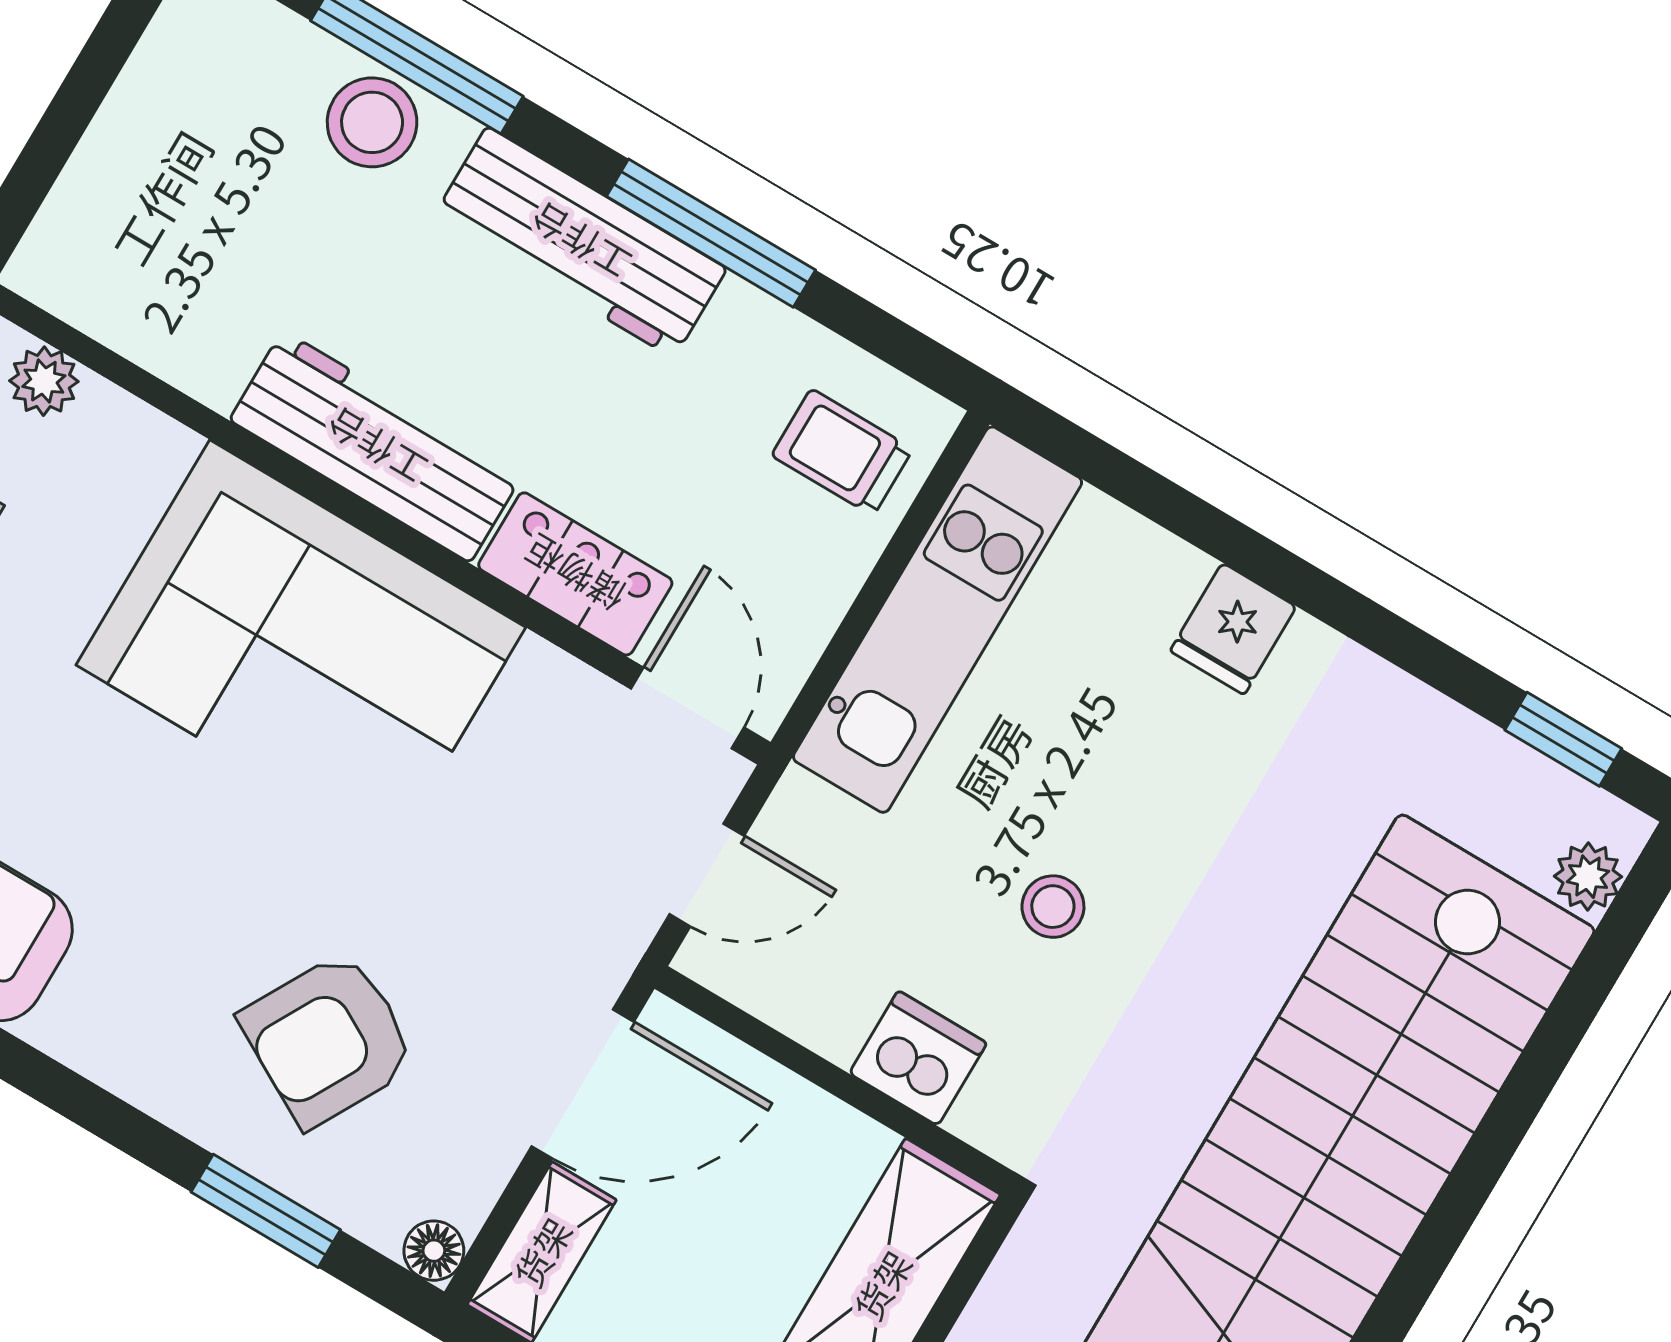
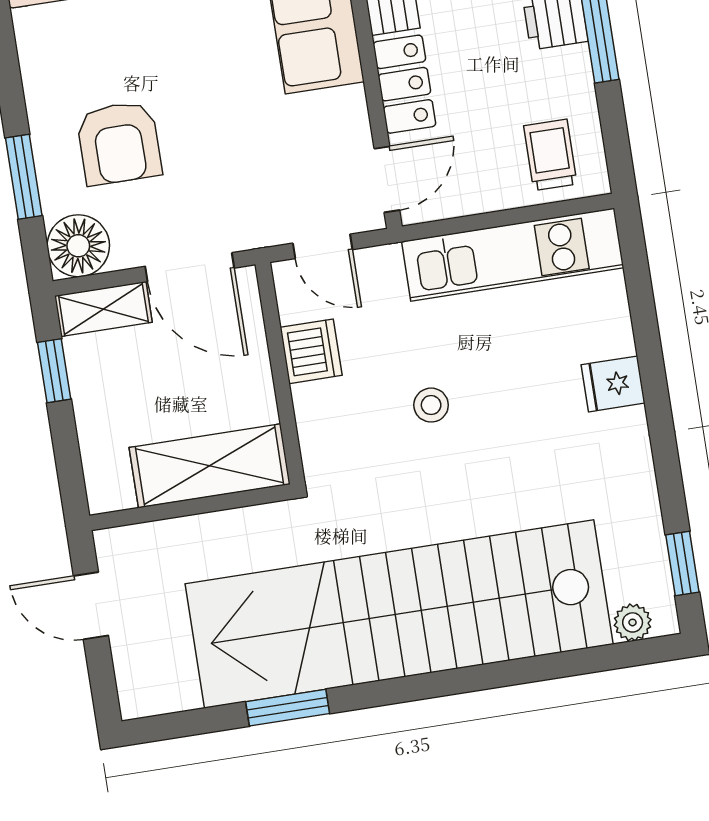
armchair: (328, 1039) -> (119, 143), turned -119
dishwasher: (918, 1058) -> (311, 351), moved
floor lamp: (434, 1251) -> (78, 246), width x1.89, depth x1.89

